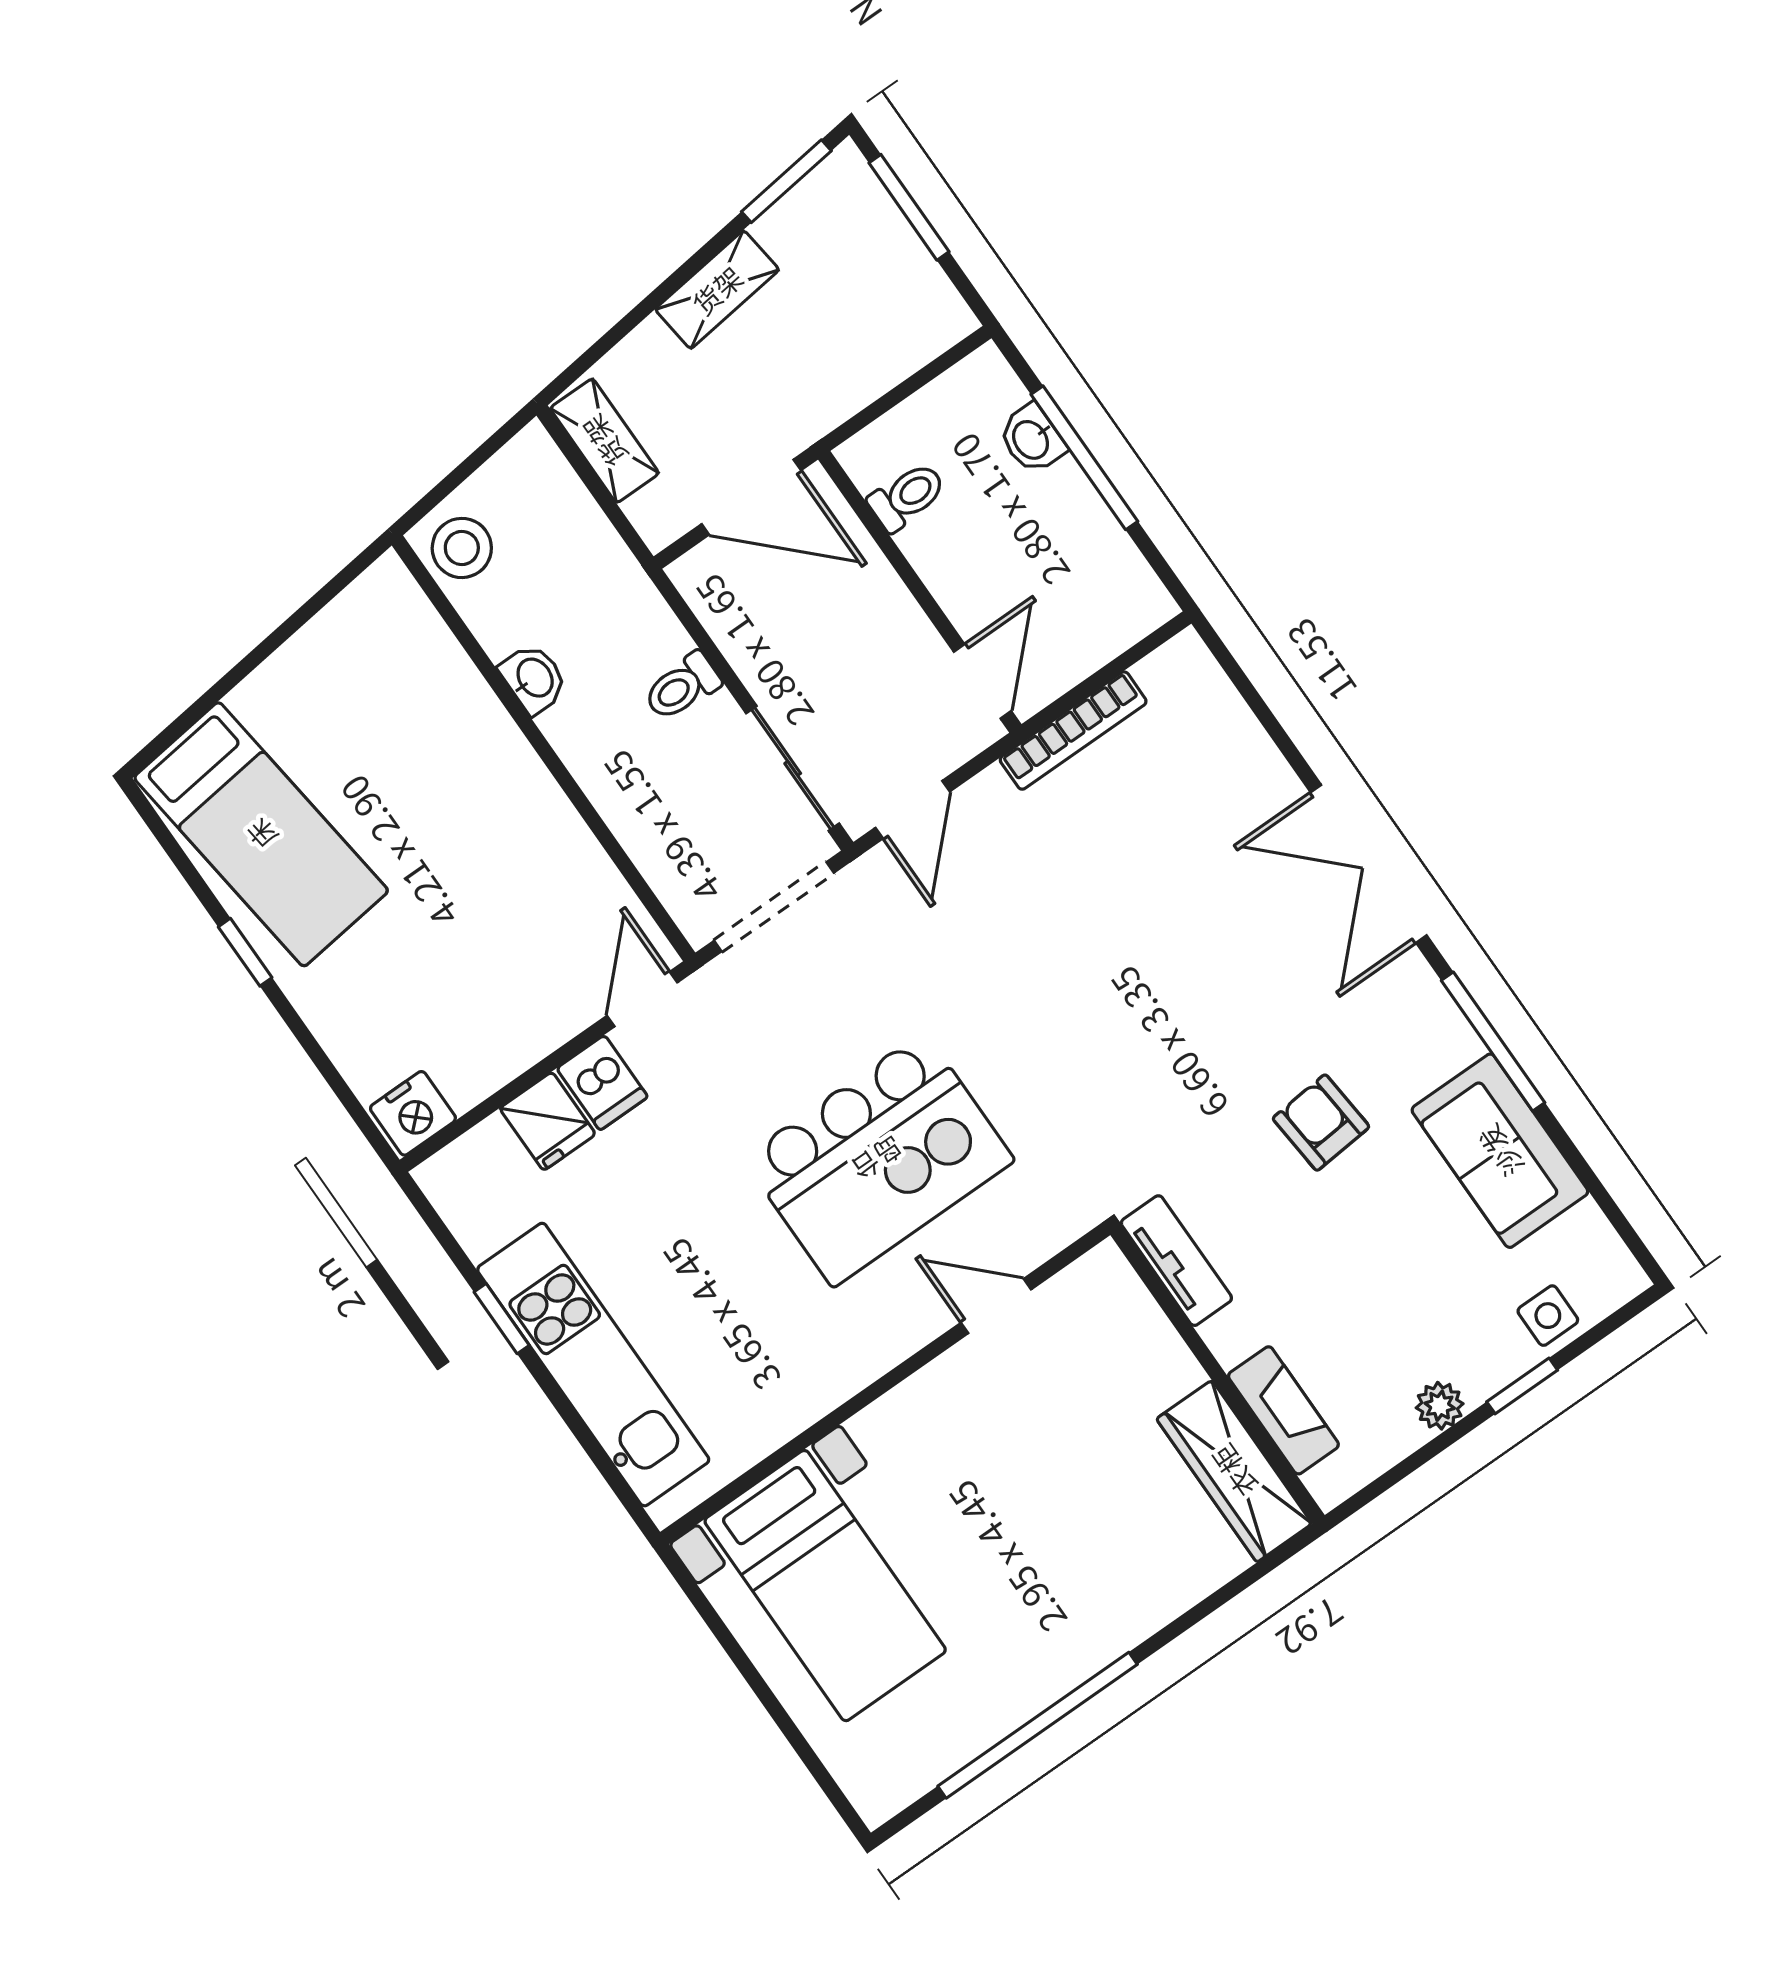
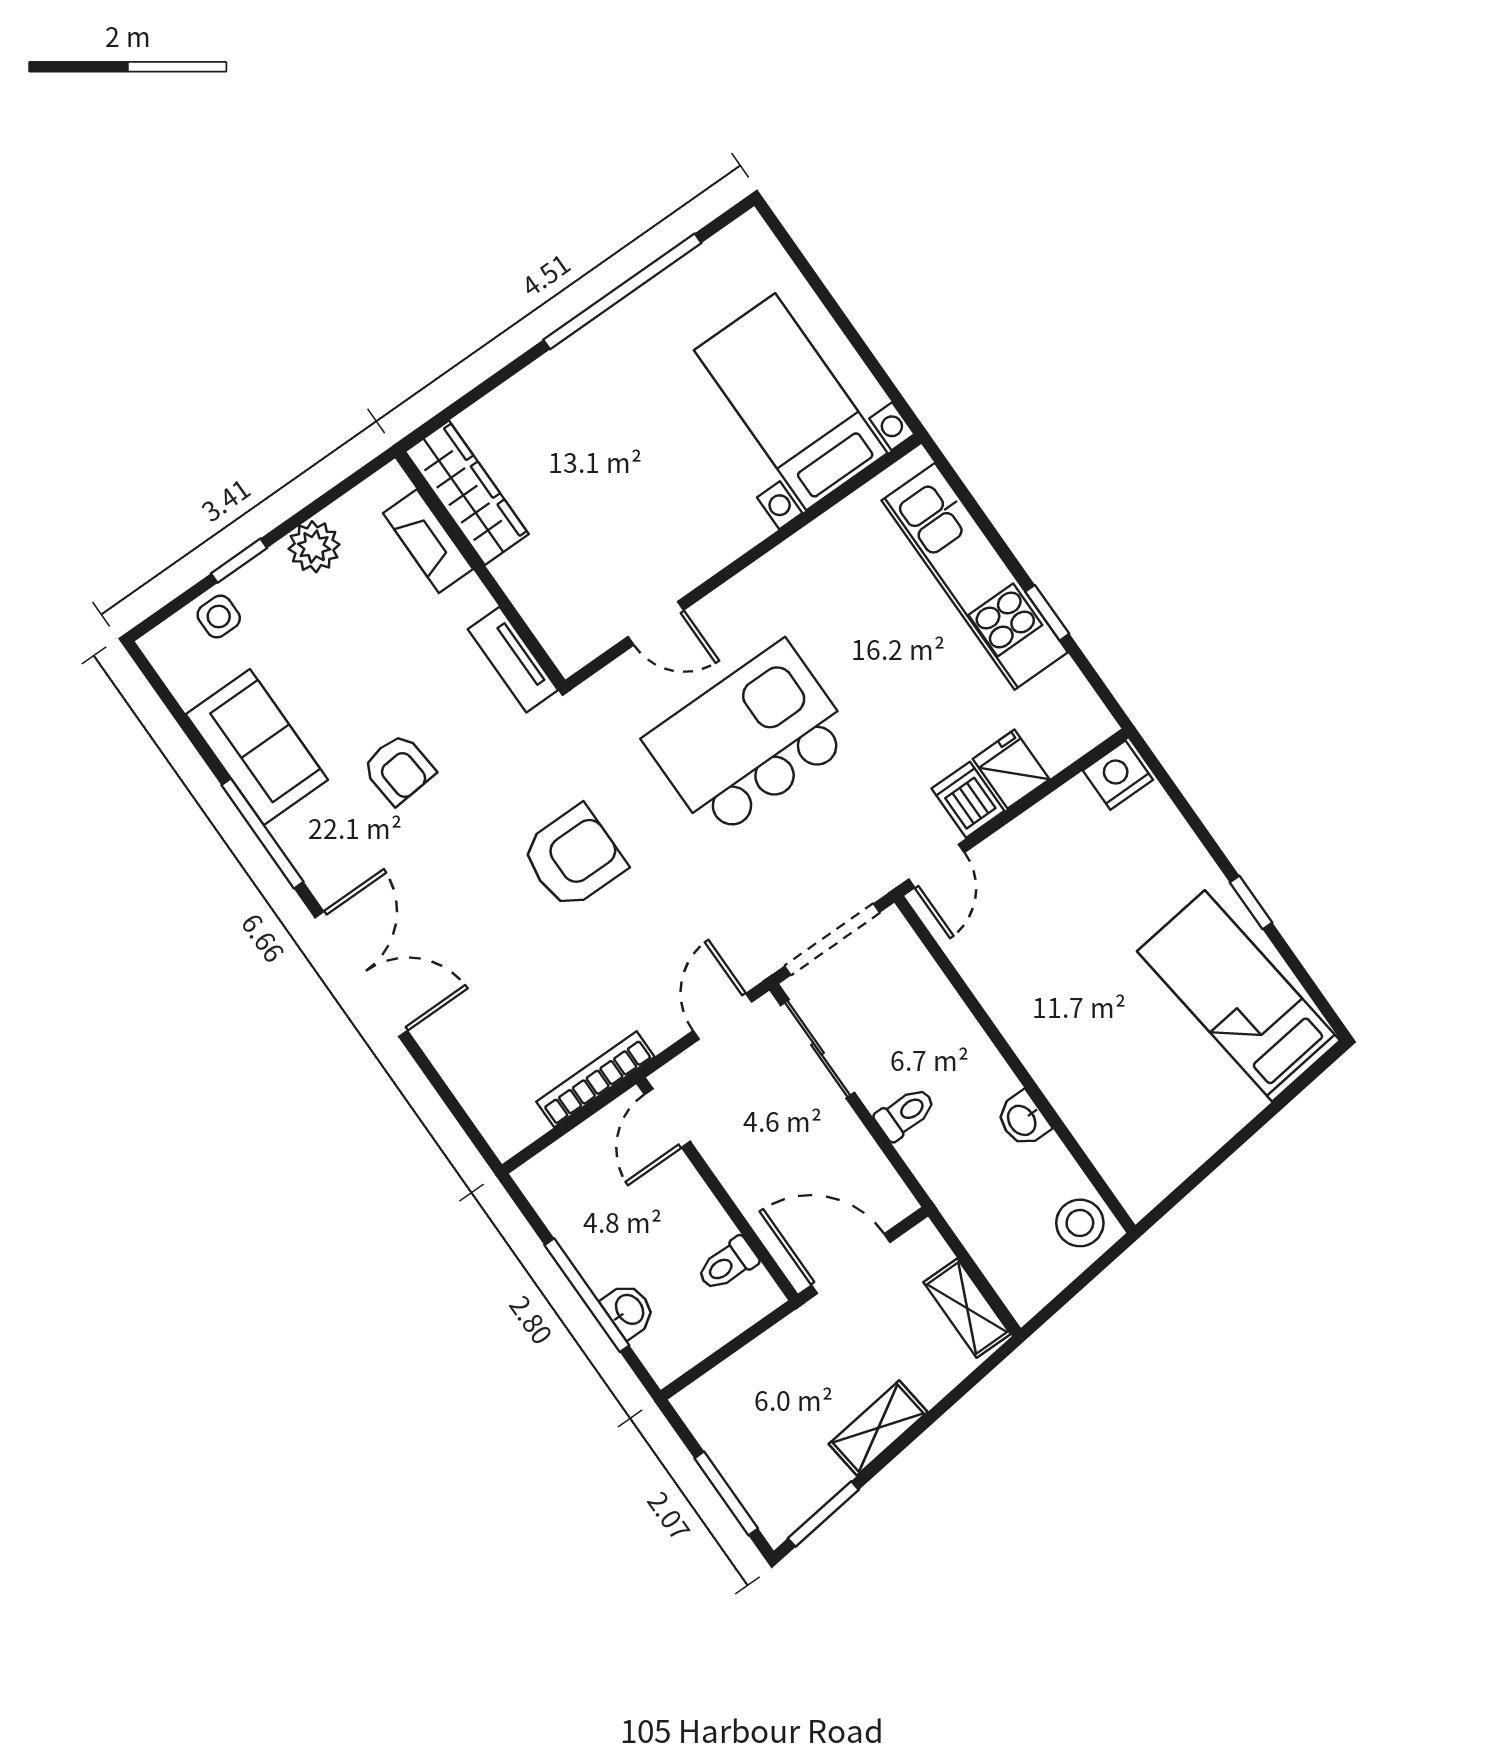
armchair: (1100, 1011) -> (574, 857), added
plant: (1440, 1406) -> (314, 547), width x1.38, depth x1.38

